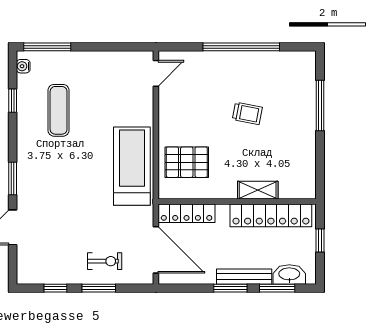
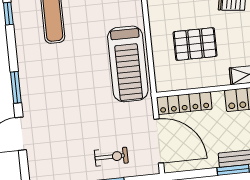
pallet: (187, 162) -> (195, 44), moved
treadmill: (132, 166) -> (128, 64), turned 180

